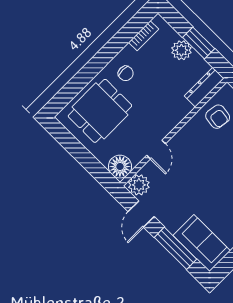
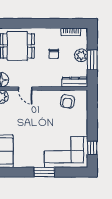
chair: (126, 73) -> (54, 54), moved
door: (156, 150) -> (25, 89), hinge flipped

